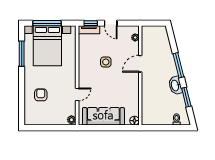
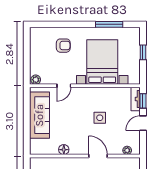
window: (47, 23) -> (143, 52), width x0.46
bed with nightstands: (47, 46) -> (102, 62), moved, turned 90
door: (77, 94) -> (64, 86), hinge flipped
floor lamp: (134, 121) -> (64, 150), moved

